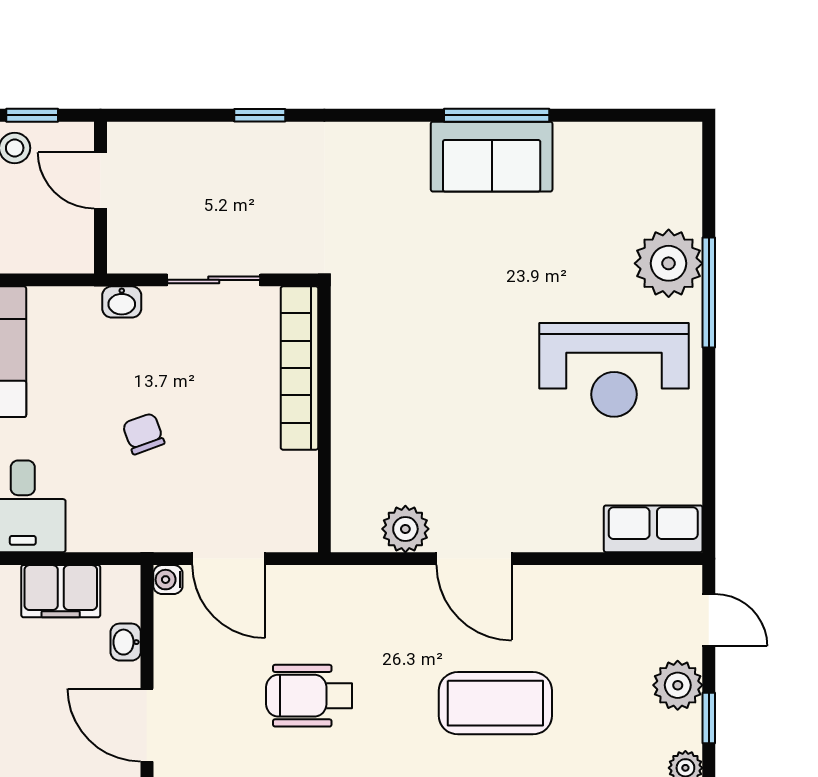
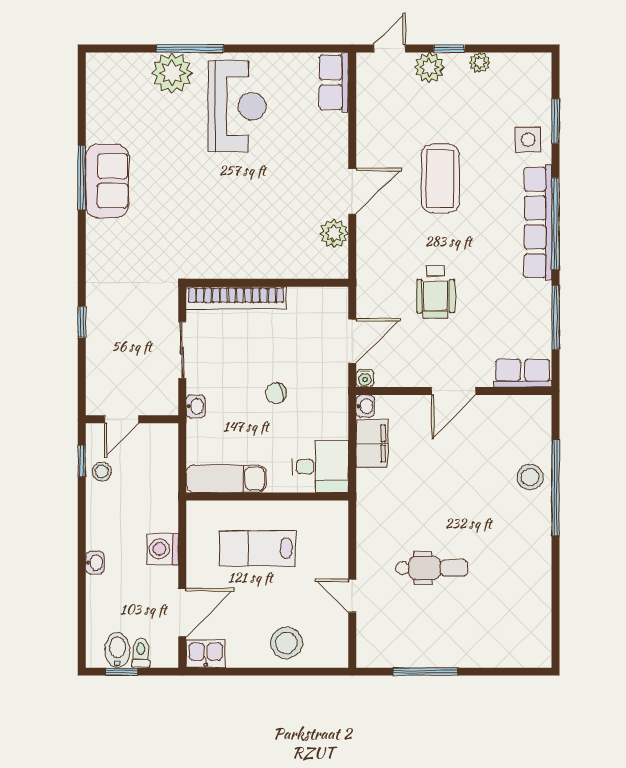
washbasin: (126, 642) -> (365, 406), moved, turned -90

